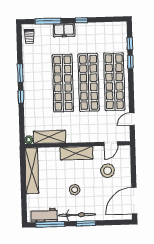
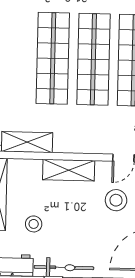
stool: (75, 190) -> (34, 224), moved

